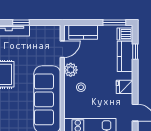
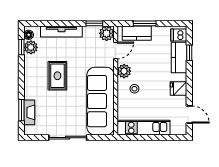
window: (21, 23) -> (94, 23), moved
window: (114, 23) -> (145, 23), moved
plant: (53, 32) -> (107, 33), added

